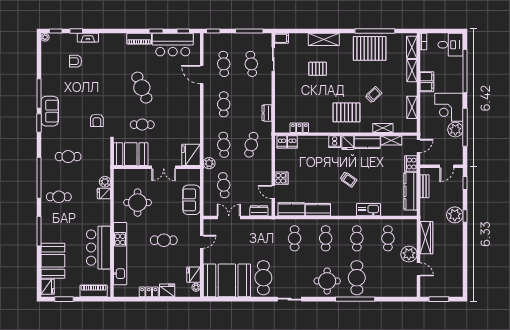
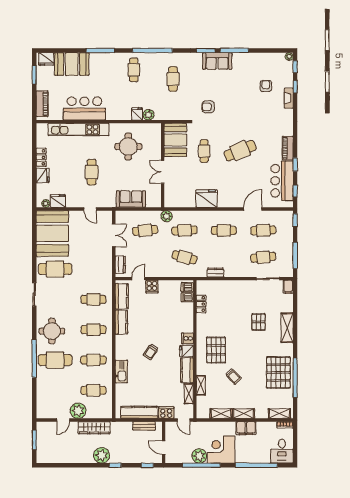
shelving: (412, 71) -> (243, 414), moved
fridge: (191, 155) -> (206, 199), moved
plant: (455, 215) -> (102, 455), moved

